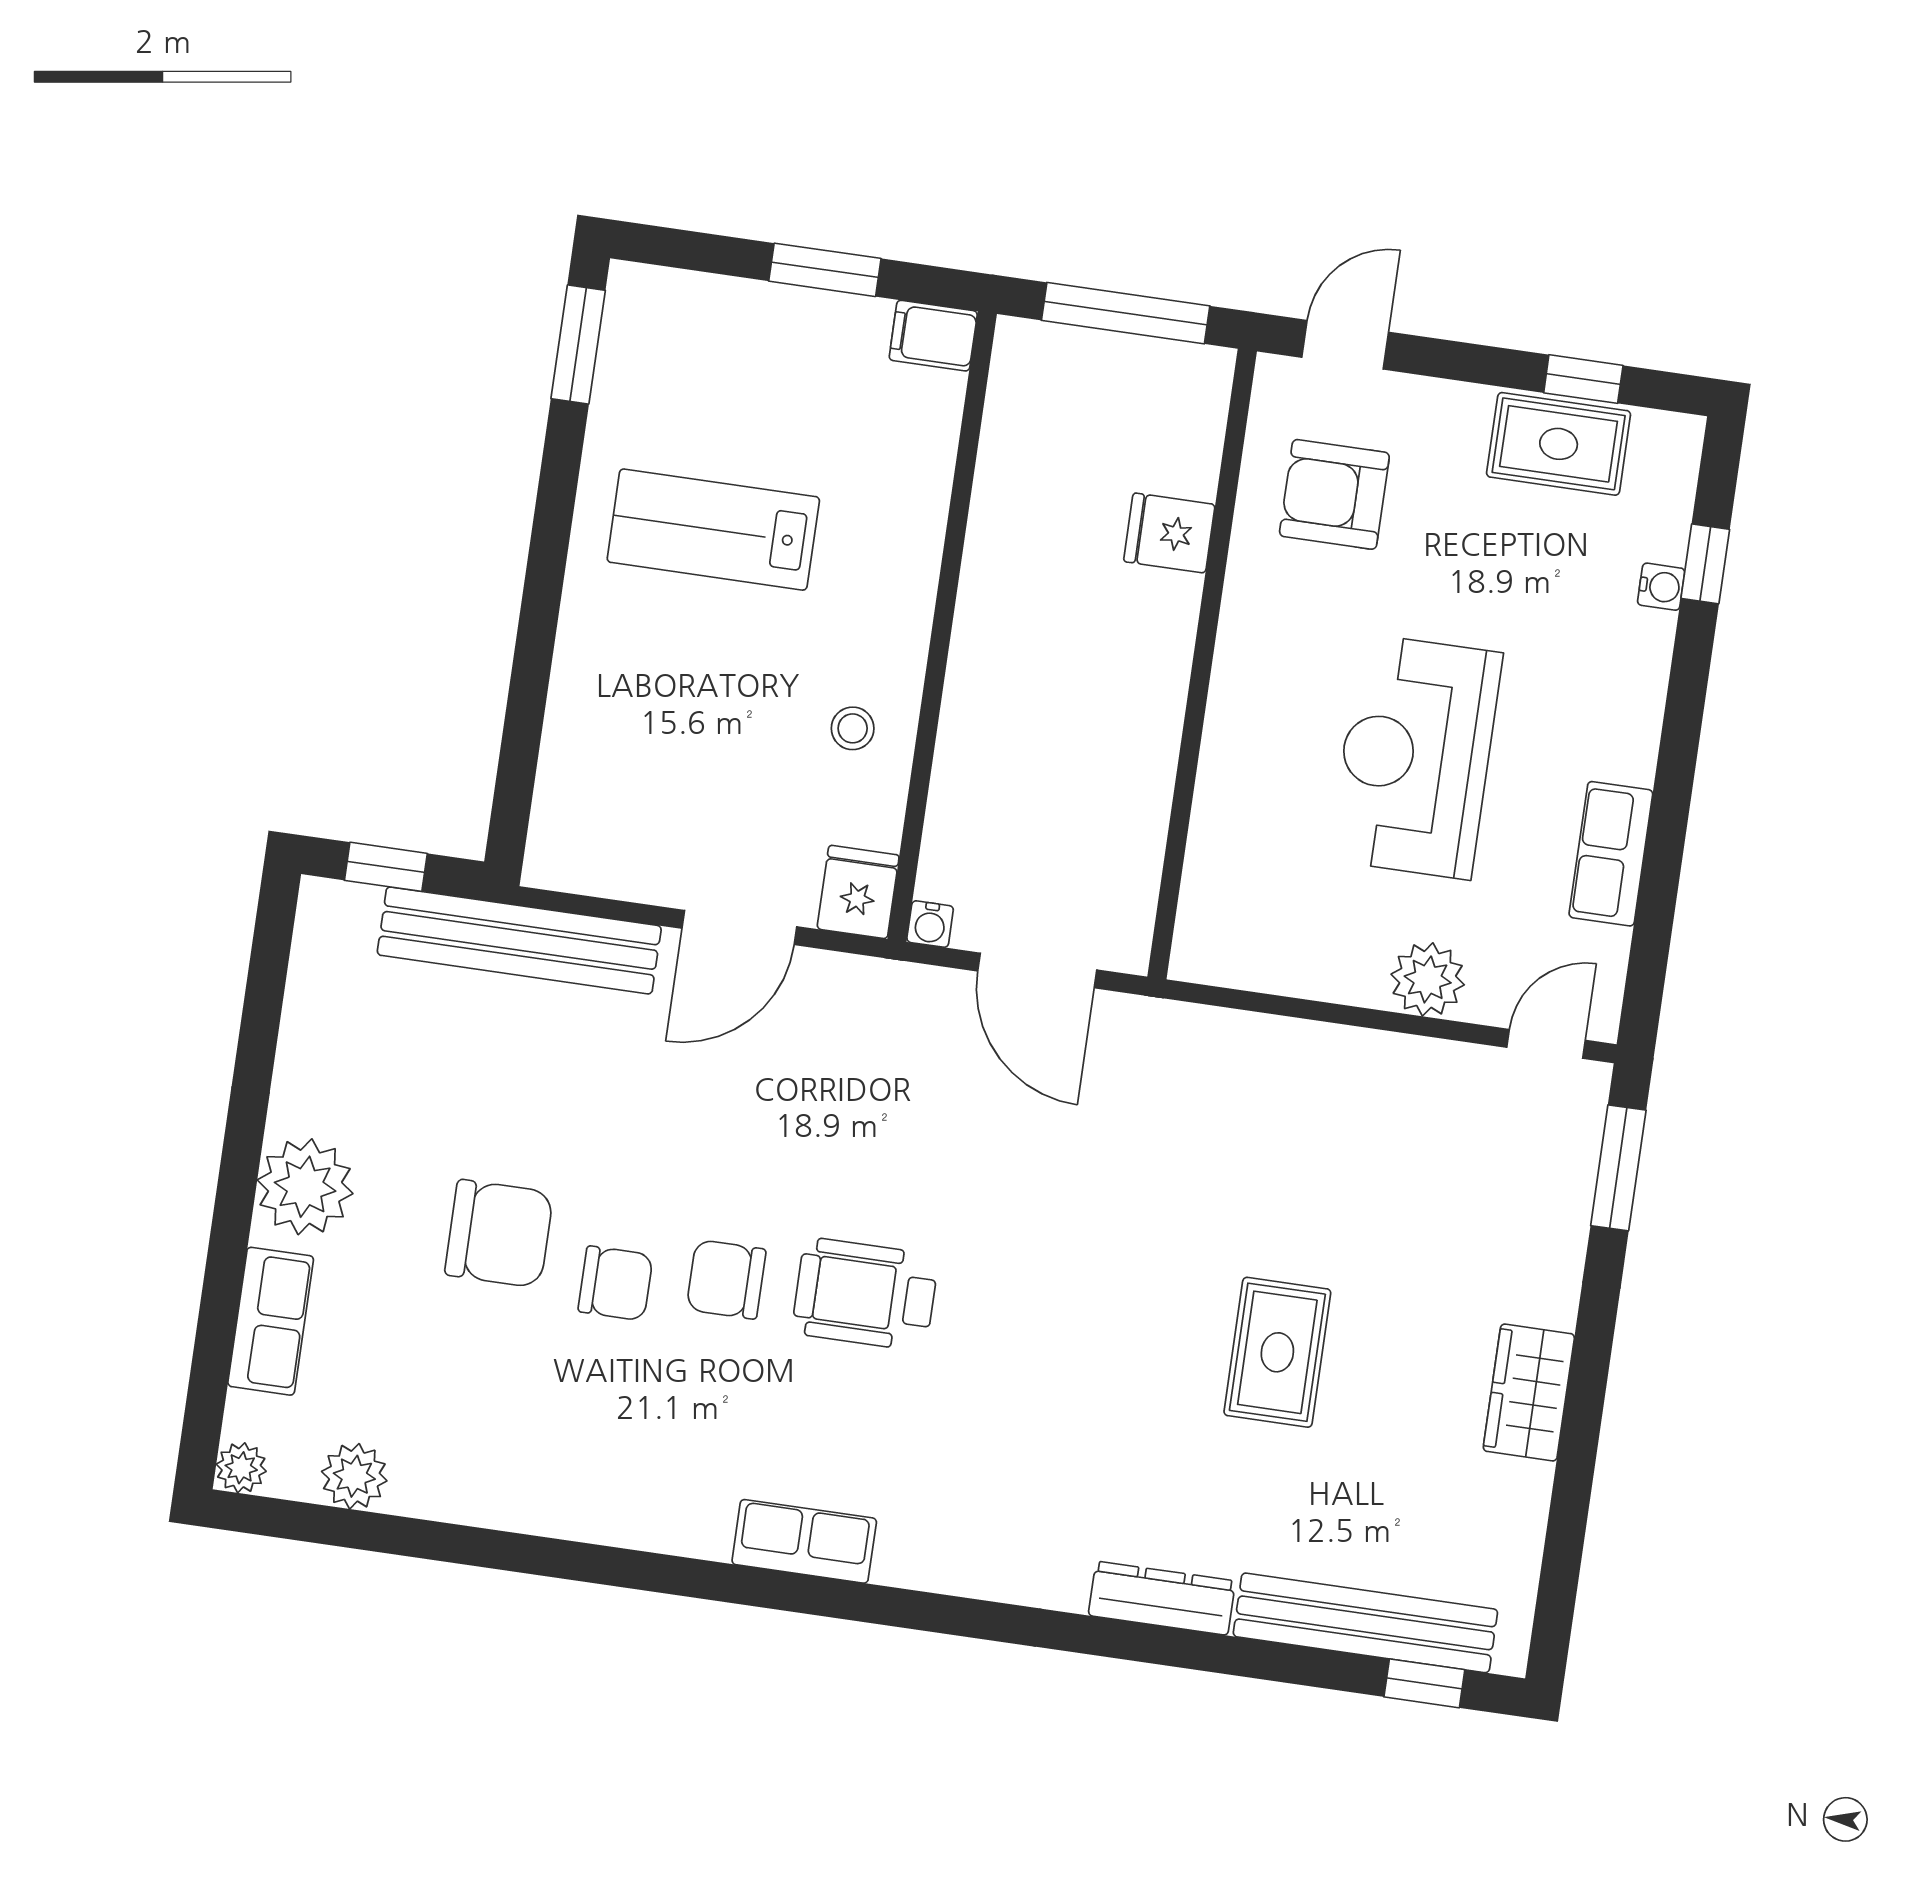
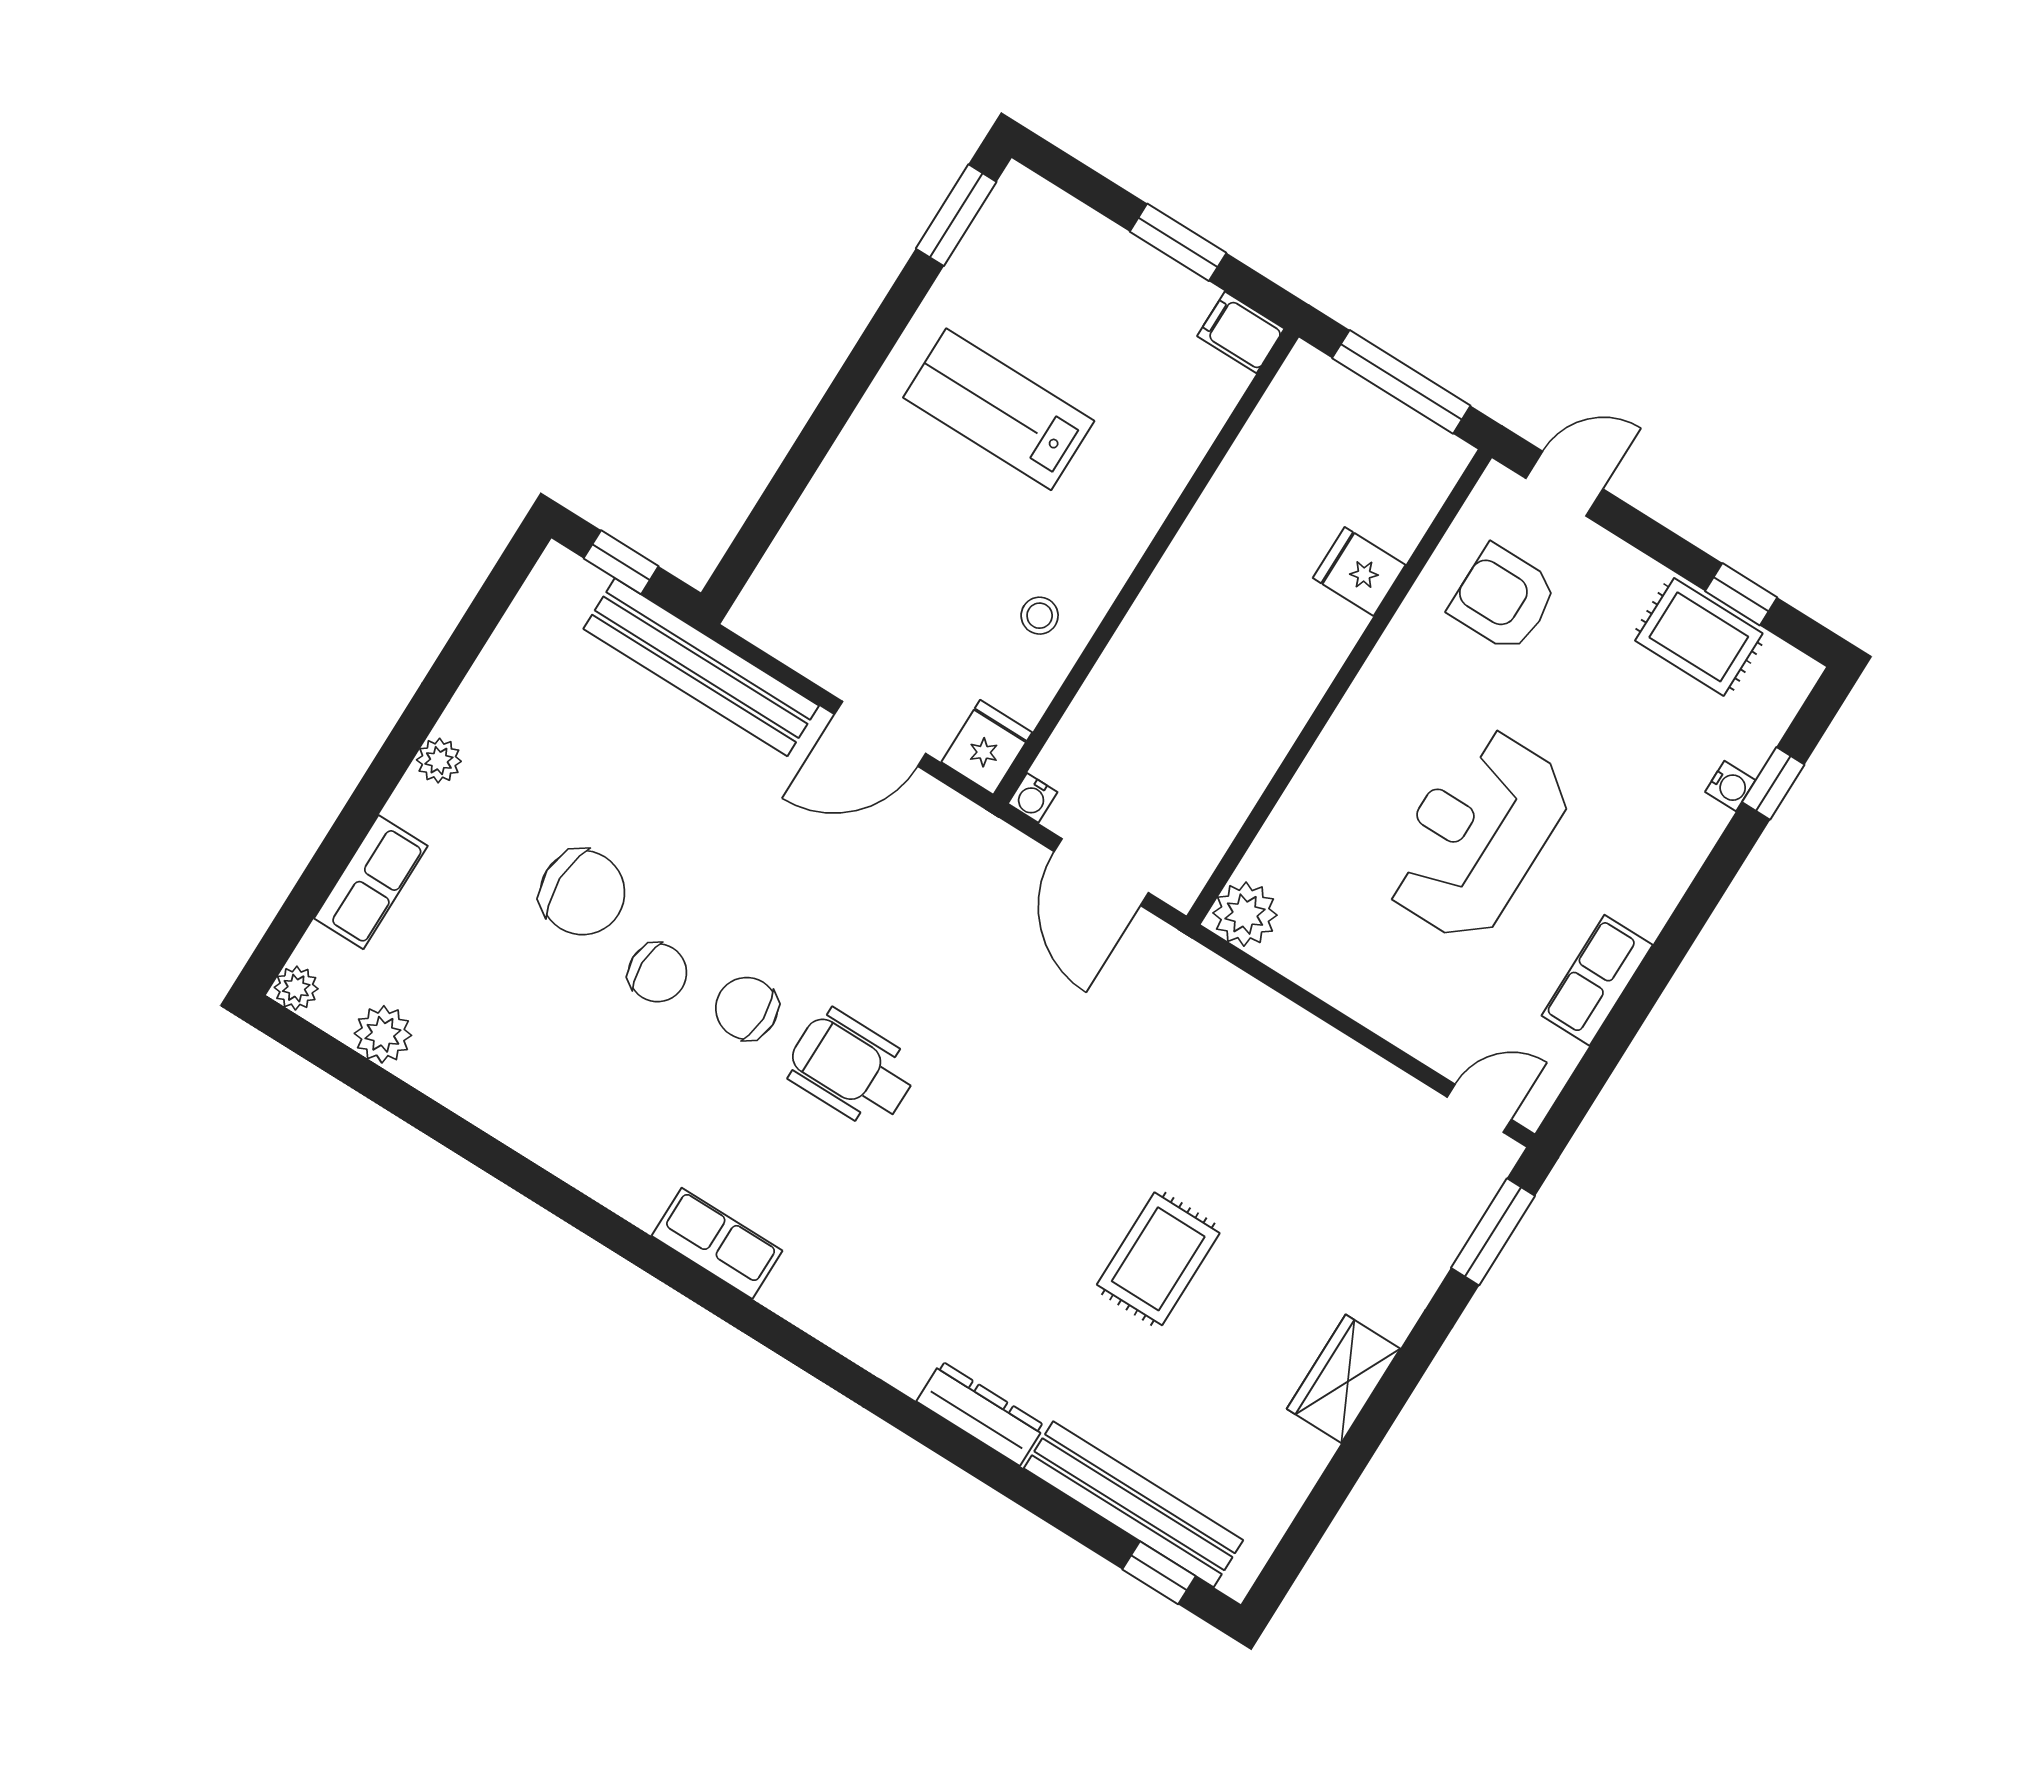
plant: (1428, 979) -> (1245, 914), moved
plant: (305, 1187) -> (439, 761), width x0.53, depth x0.53

